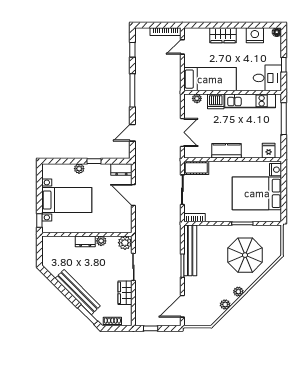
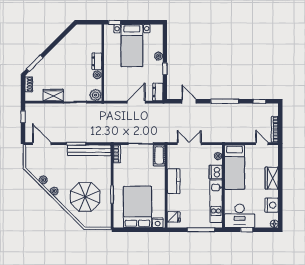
desk: (267, 78) -> (240, 216), width x1.37
double door: (182, 132) -> (189, 144), swing flipped
bench: (78, 292) -> (54, 55), removed

